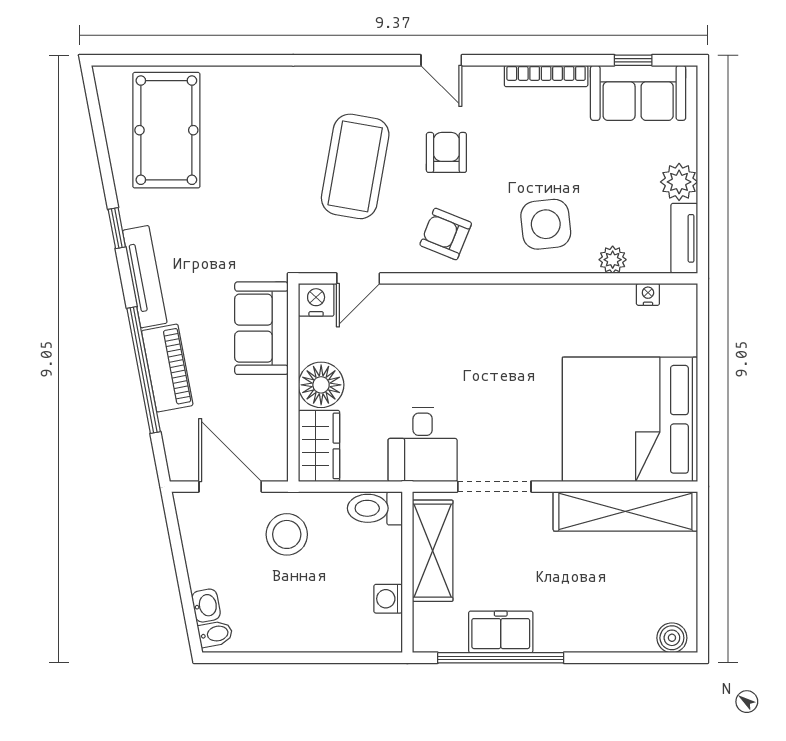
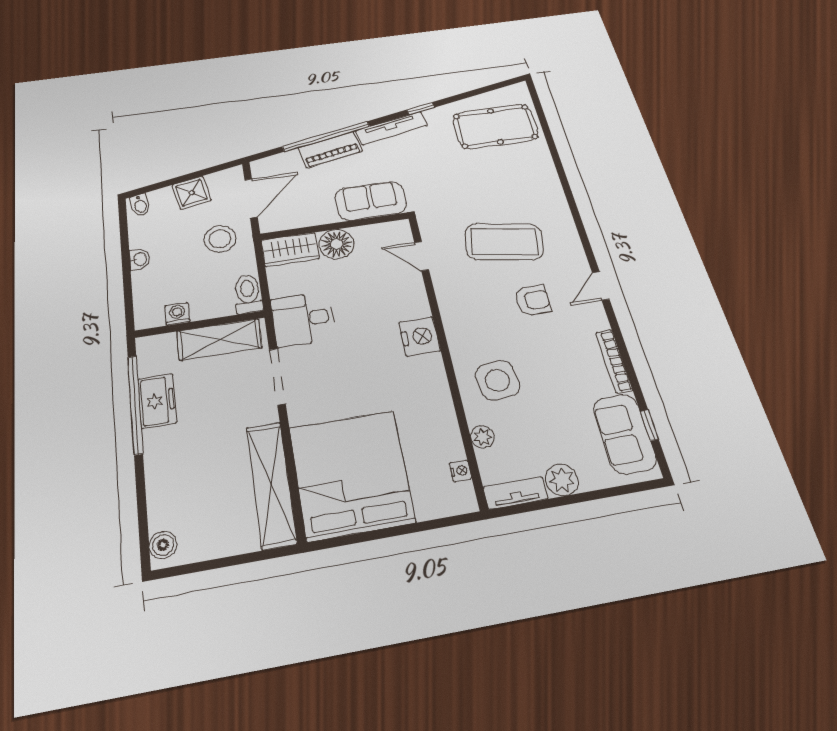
armchair: (446, 234) -> (470, 310), removed
nightstand: (316, 300) -> (420, 336), moved, width x1.36, depth x1.33
shower: (207, 565) -> (192, 193), added
washbasin: (206, 606) -> (140, 259), moved, turned -79

